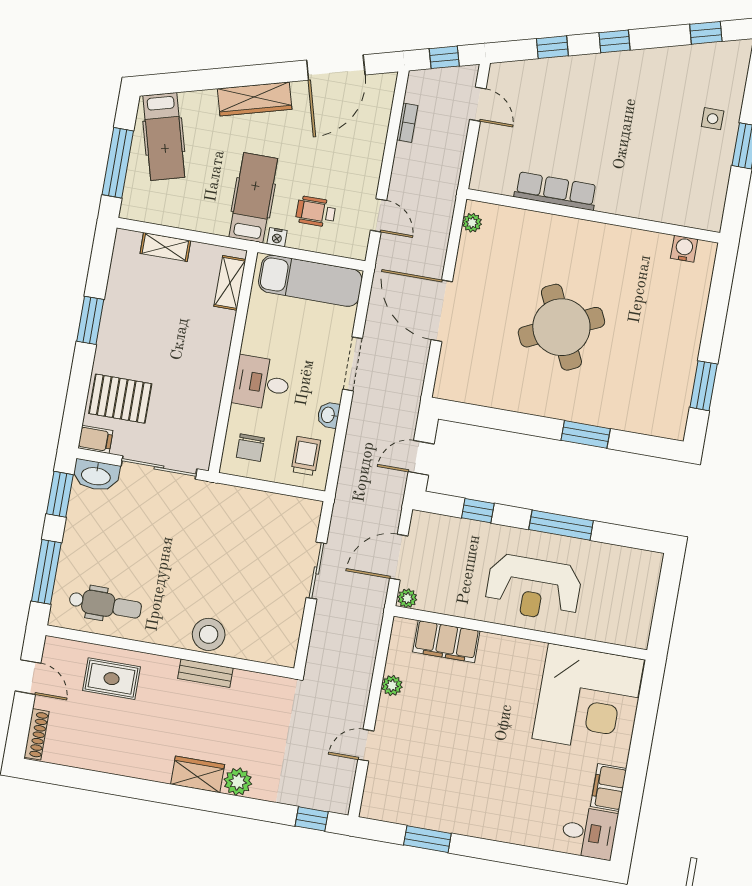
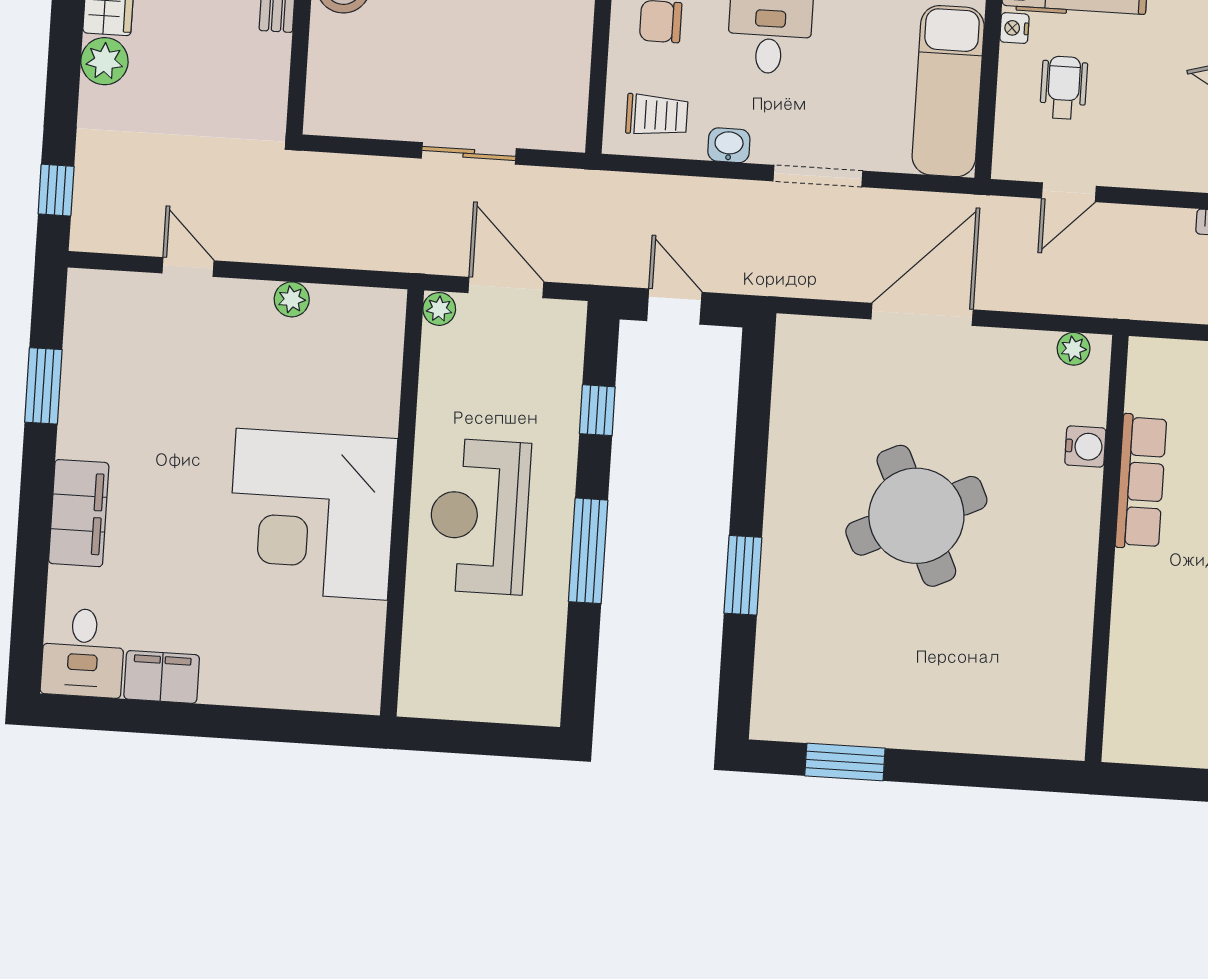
water cooler: (684, 249) -> (1085, 446), moved
filing cabinet: (446, 642) -> (79, 513), moved, turned 180
corner desk: (588, 699) -> (312, 514), moved

